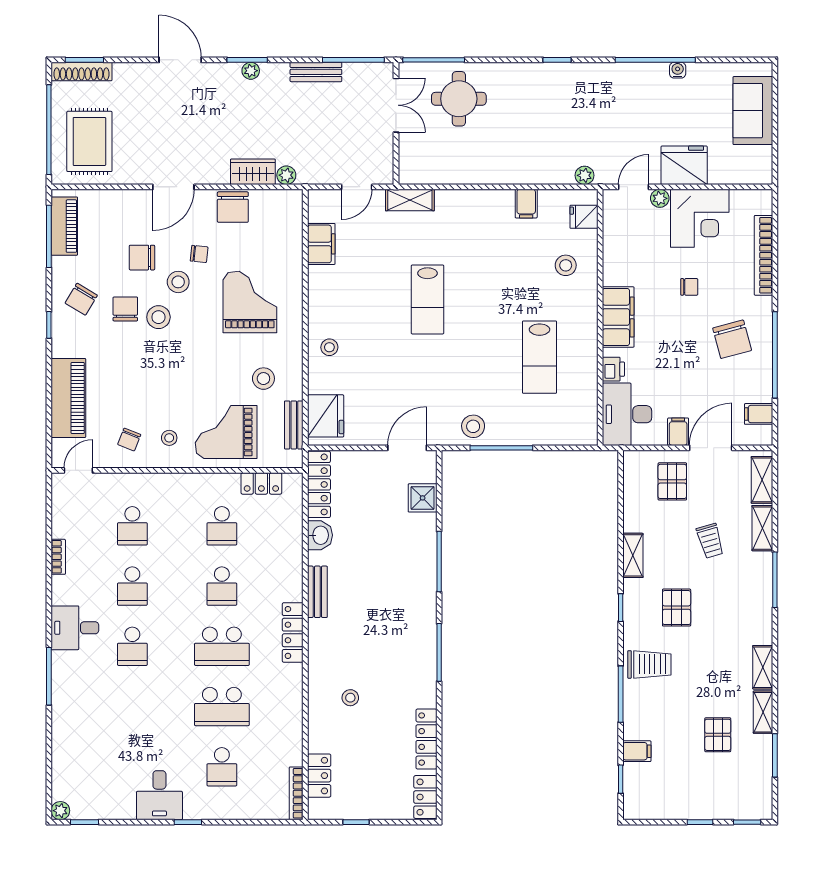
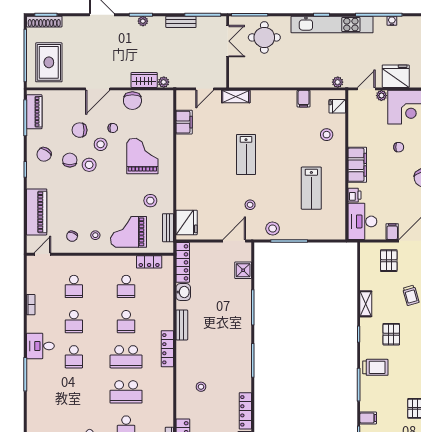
kitchen unit: (575, 77) -> (332, 25), added
stool: (329, 347) -> (250, 205), moved

